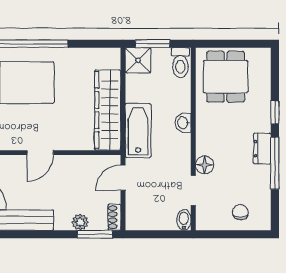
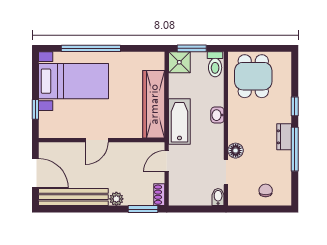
plant: (80, 222) -> (116, 199), moved

